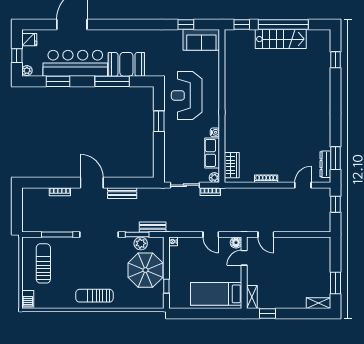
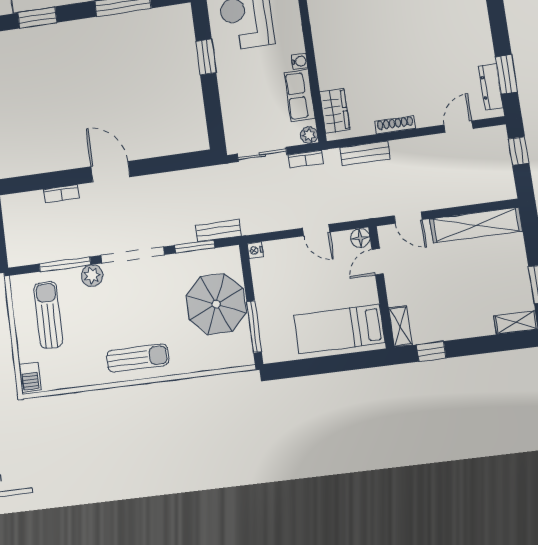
bench: (122, 193) -> (365, 153), moved
plant: (141, 243) -> (92, 276), moved
shelving: (304, 244) -> (476, 225), added
window: (166, 286) -> (254, 327), width x2.17
sun lounger: (94, 296) -> (138, 358), turned 180

